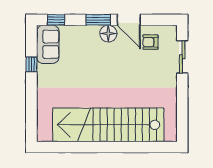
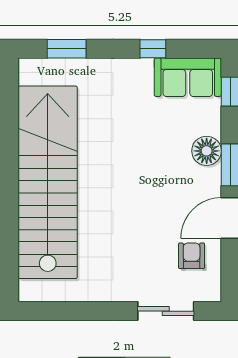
floor lamp: (108, 33) -> (207, 151), moved
window: (31, 114) -> (67, 49), added

